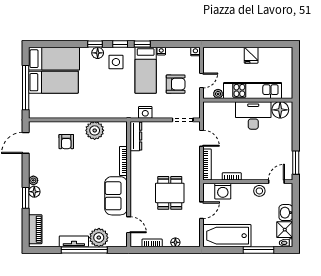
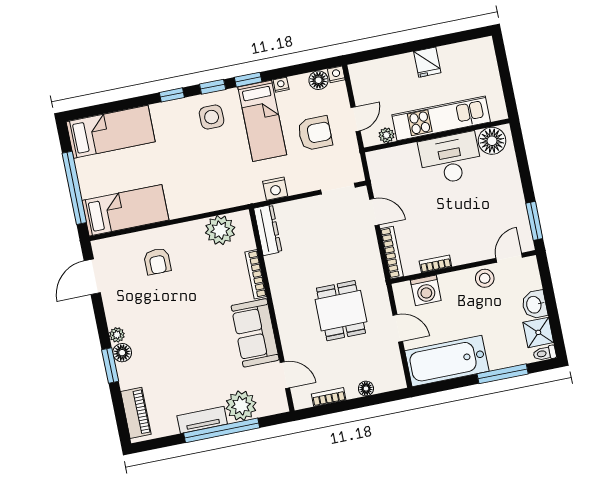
floor lamp: (98, 53) -> (318, 80), moved
bed: (53, 82) -> (125, 210), moved
plant: (95, 130) -> (220, 230), moved
door: (202, 210) -> (398, 328), hinge flipped

